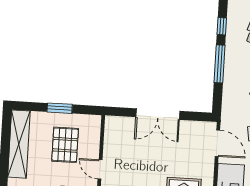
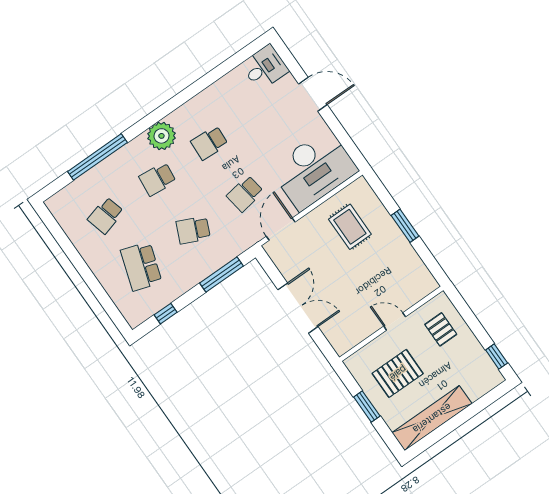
window: (219, 64) -> (222, 274), moved
door: (100, 169) -> (395, 321), swing flipped

